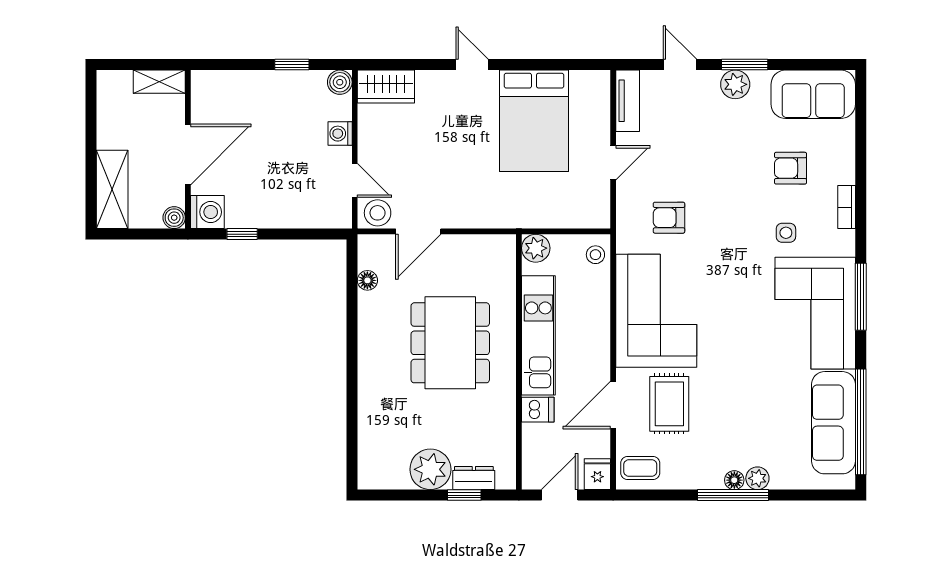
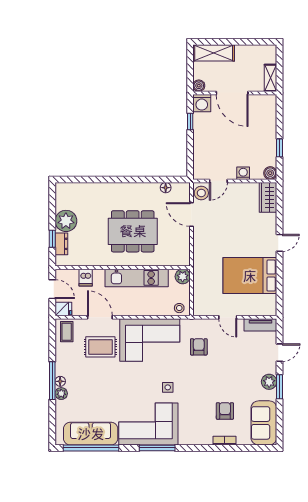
bookcase: (847, 207) -> (224, 441), moved
side table: (786, 233) -> (168, 387), moved
dishwasher: (538, 410) -> (86, 278), moved

